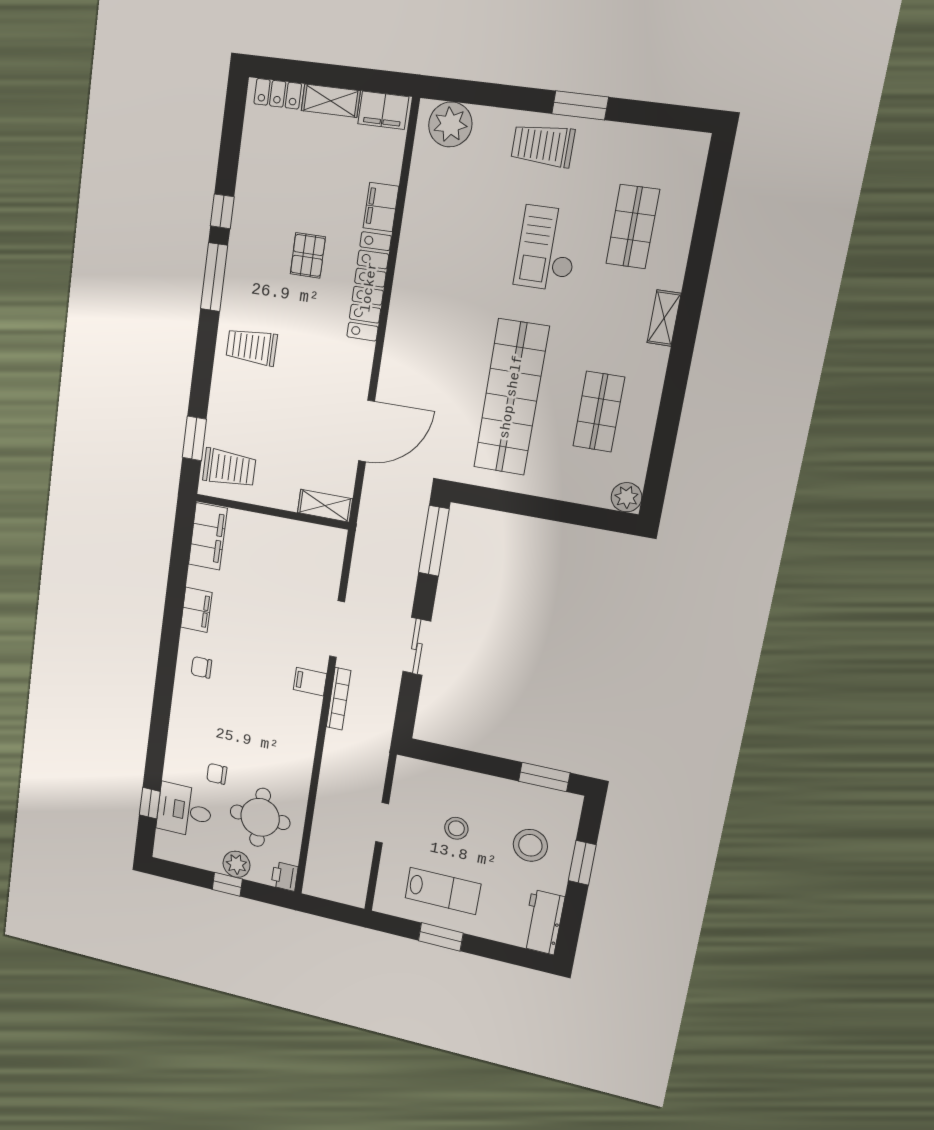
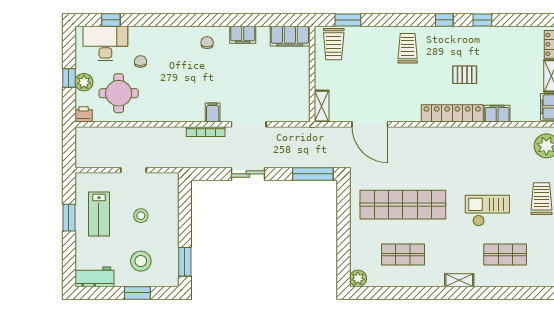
window: (214, 277) -> (444, 20), width x0.46
desk: (184, 810) -> (105, 43), width x1.37

